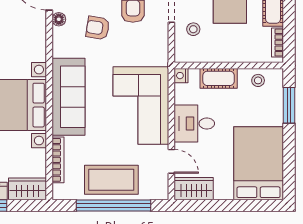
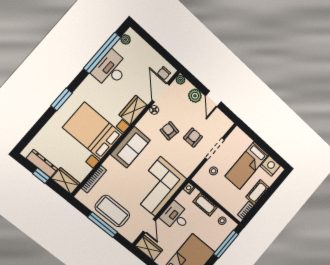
wardrobe: (35, 41) -> (133, 110), added
sofa: (68, 97) -> (130, 147), width x0.73
window: (289, 105) -> (226, 244), width x1.44
window: (114, 206) -> (103, 225), width x0.68

